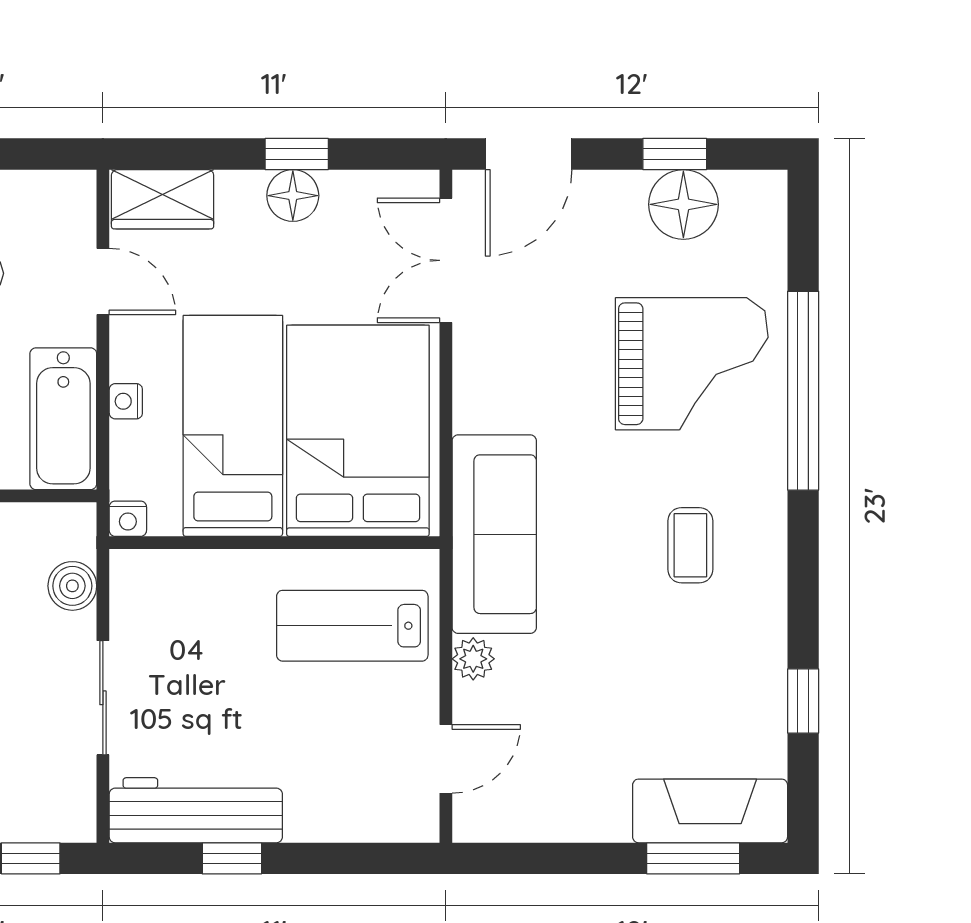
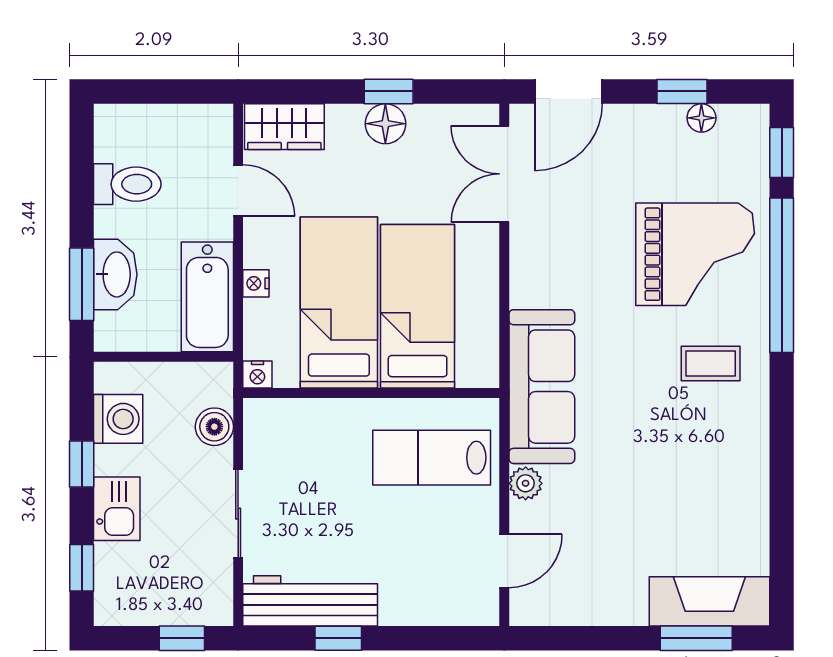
floor lamp: (683, 204) -> (701, 118), width x0.53, depth x0.53
bed: (358, 431) -> (418, 306), width x0.67
coffee table: (690, 545) -> (711, 363), moved, turned 90
window: (803, 701) -> (782, 153), moved

